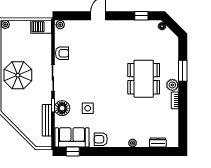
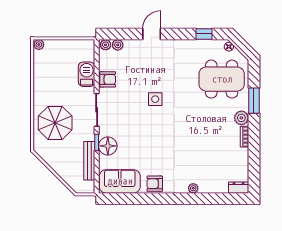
plant: (70, 25) -> (118, 45), added
barbecue: (41, 27) -> (87, 74), moved, turned 90
parasol: (18, 75) -> (55, 123), moved
dining table: (144, 79) -> (222, 79), moved, turned 90
side table: (88, 108) -> (155, 99), moved
dresser: (158, 142) -> (239, 188), moved
window: (73, 152) -> (121, 199), removed

